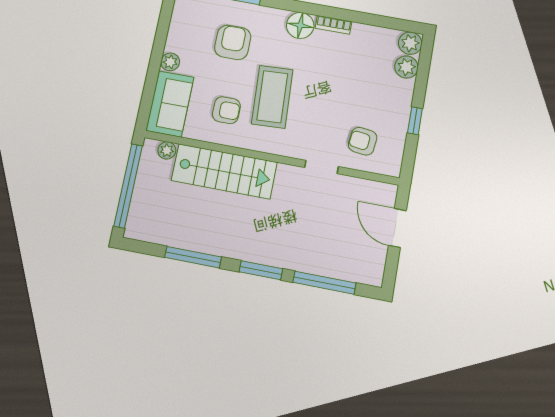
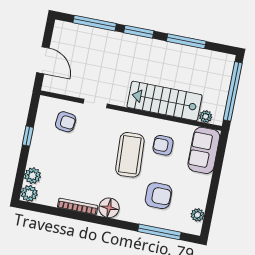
bookcase: (334, 25) -> (78, 207), width x1.56
armchair: (233, 42) -> (158, 196), turned -90
plant: (170, 62) -> (198, 215), moved

